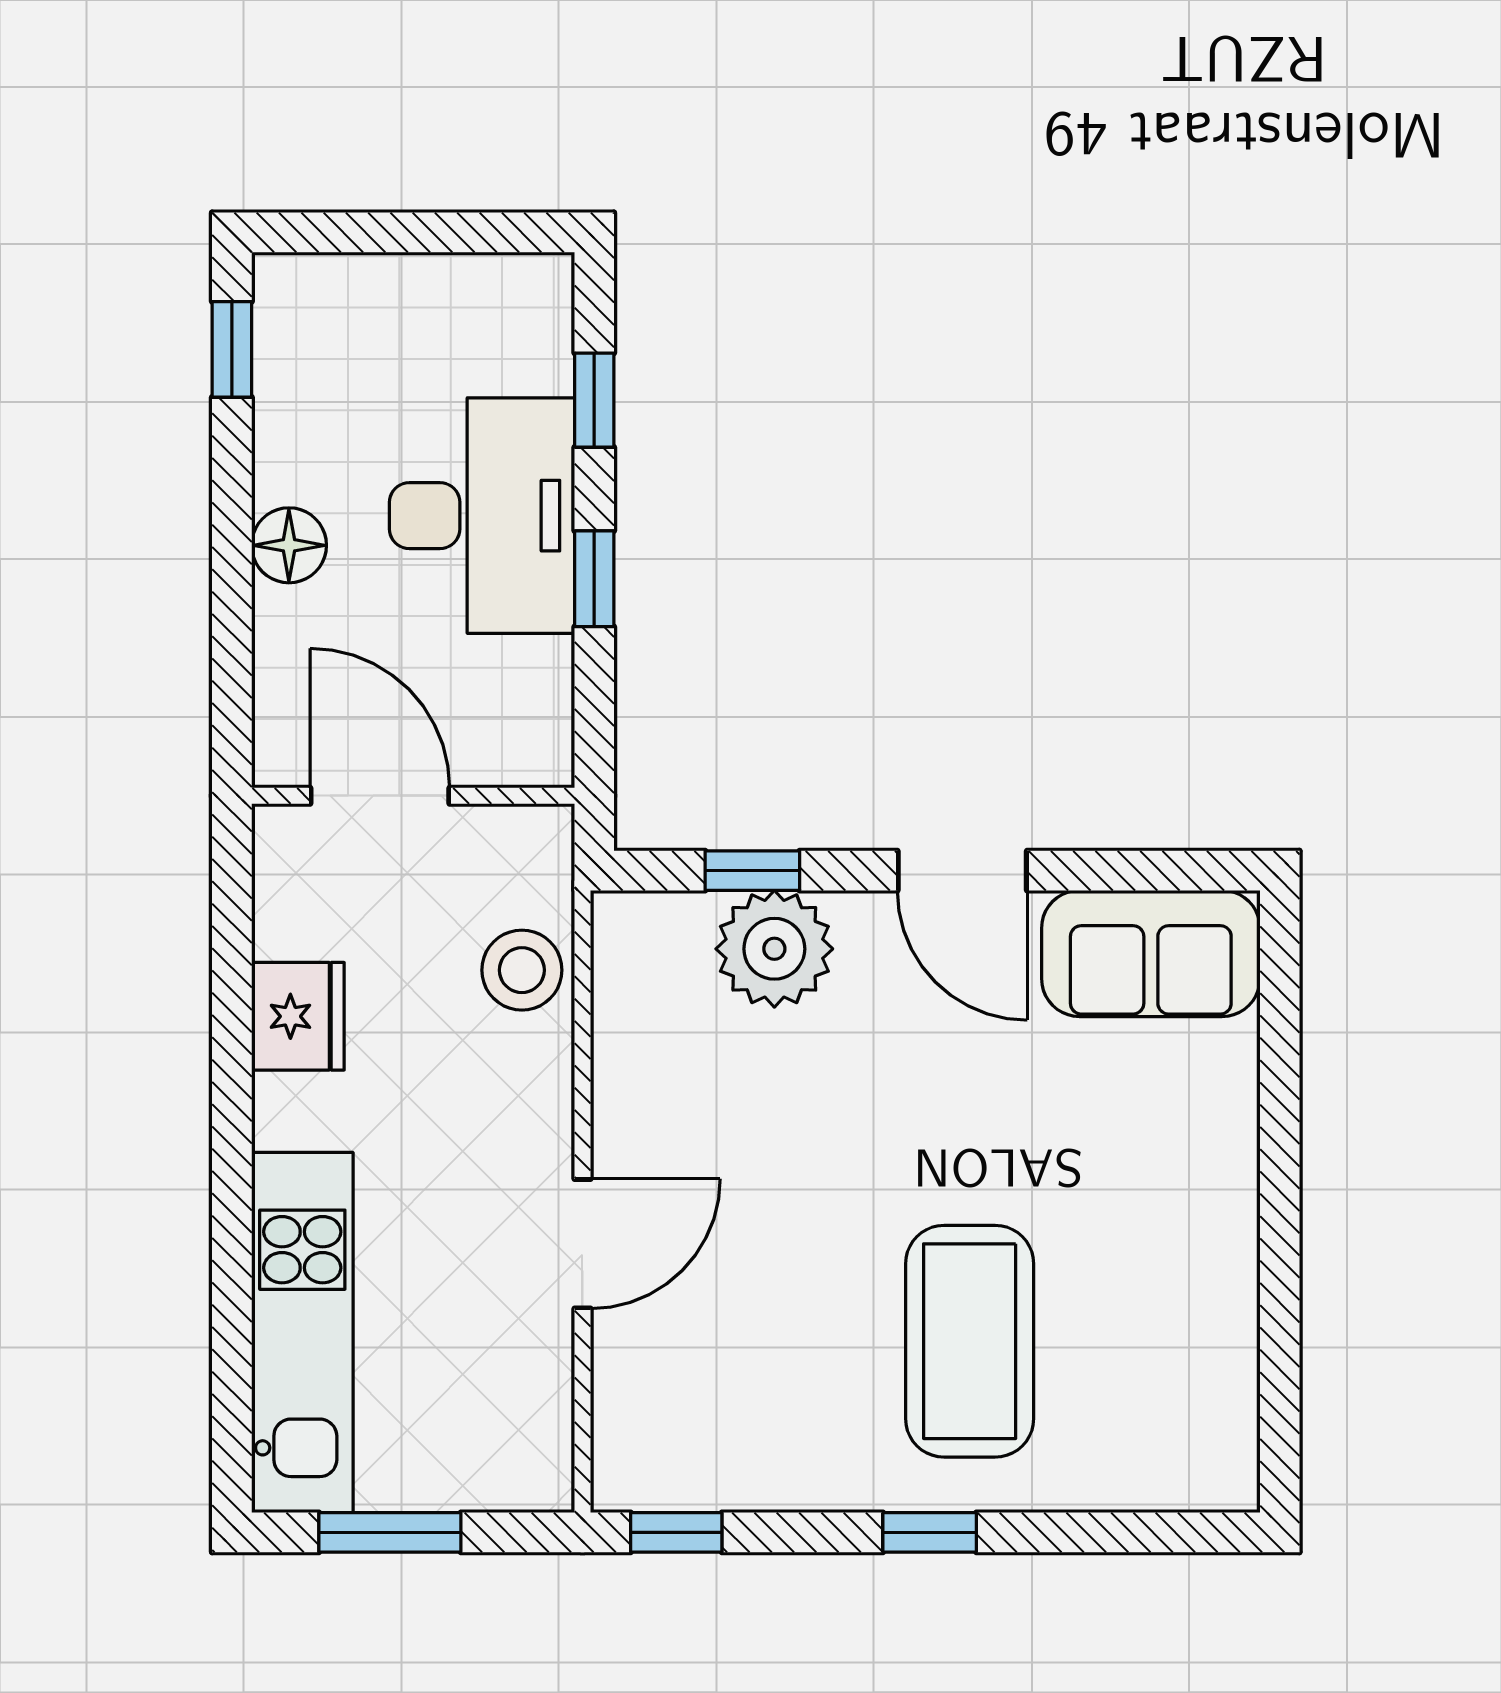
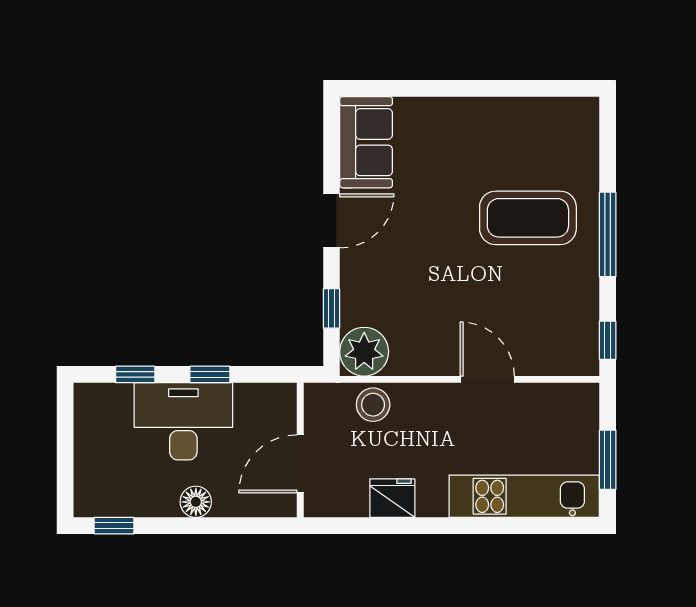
plant: (774, 949) -> (364, 352), moved
window: (930, 1532) -> (608, 234), width x2.17

